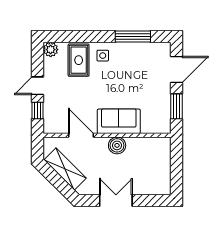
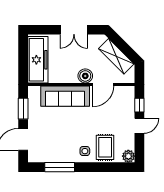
sofa: (119, 121) -> (65, 96), width x1.36
door: (81, 135) -> (103, 84), hinge flipped
boiler: (117, 145) -> (85, 76), moved
freezer: (159, 165) -> (38, 60), added

